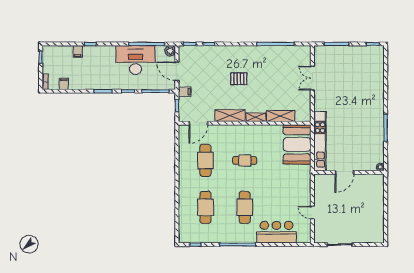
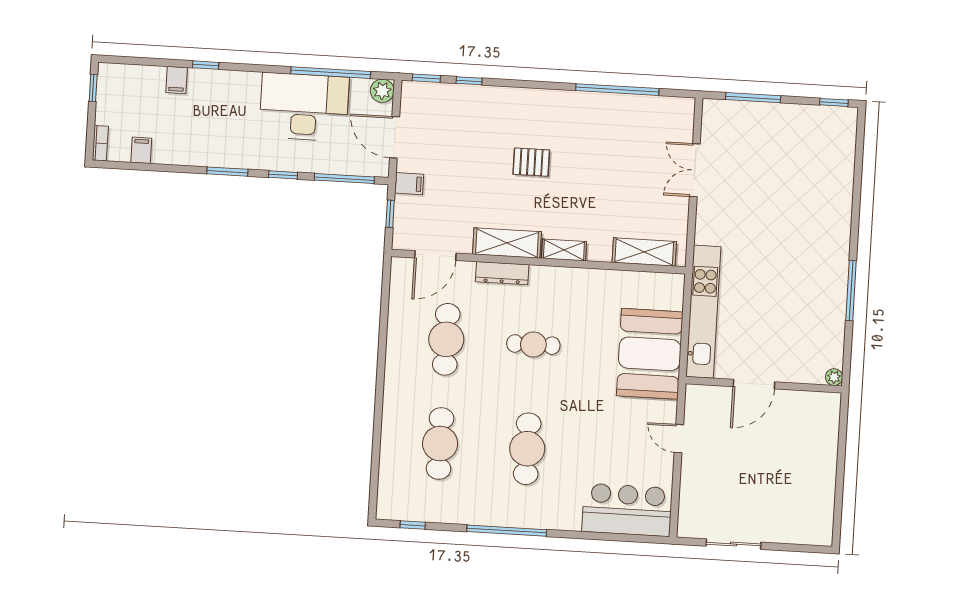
shelving: (281, 116) -> (644, 252), moved
dresser: (229, 129) -> (502, 273), added
booth: (297, 144) -> (650, 354), moved
door: (312, 213) -> (679, 439), moved
bar counter: (276, 232) -> (627, 510), moved

